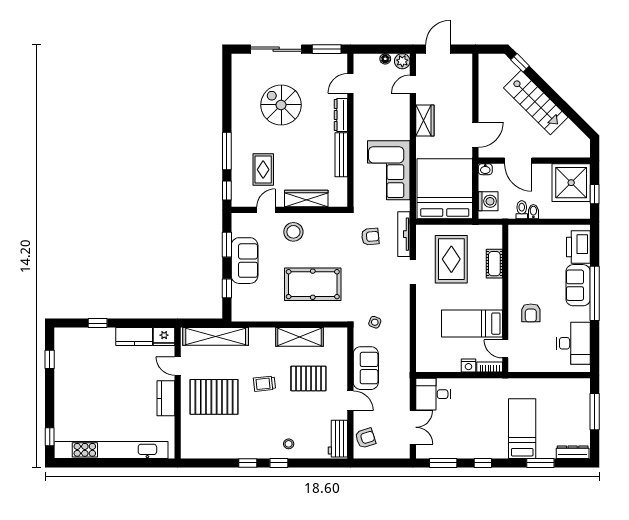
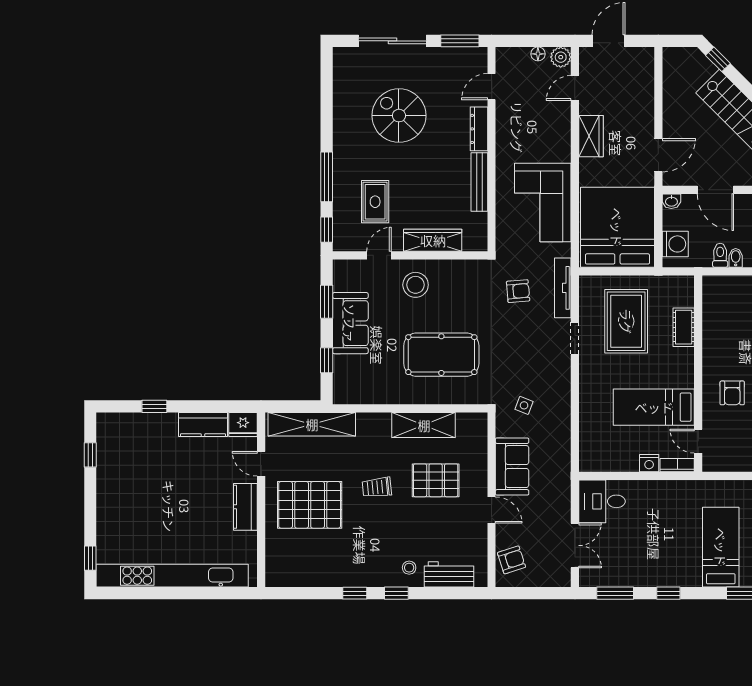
workbench: (338, 439) -> (449, 574), moved, turned 90

